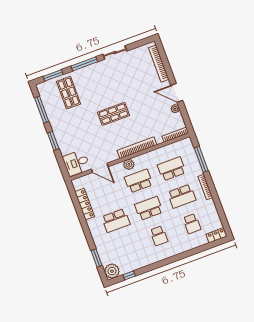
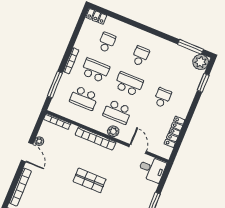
school desk: (149, 208) -> (129, 84), turned 180
school desk: (116, 221) -> (162, 98), width x0.54
window: (129, 275) -> (190, 47), width x2.17

